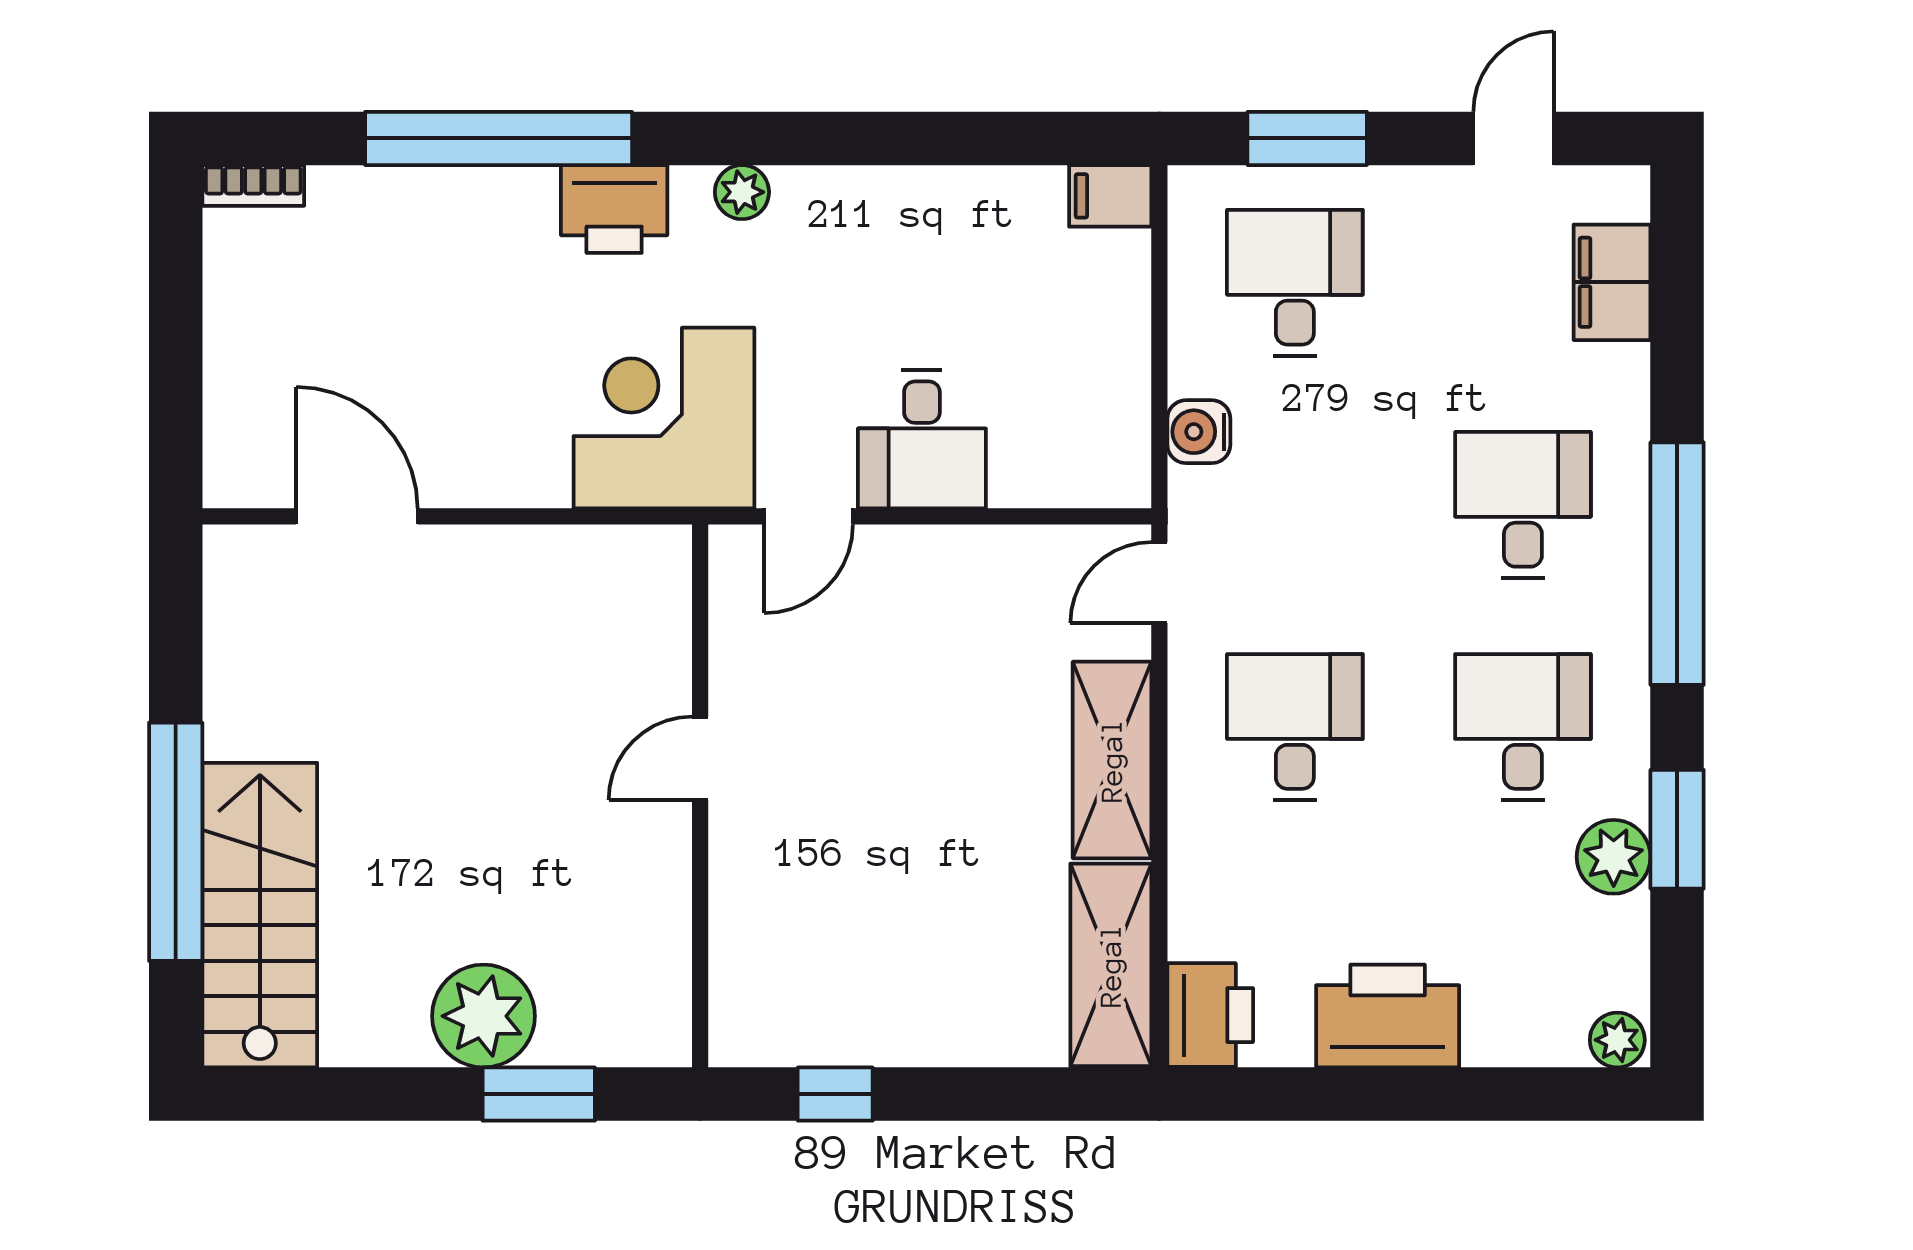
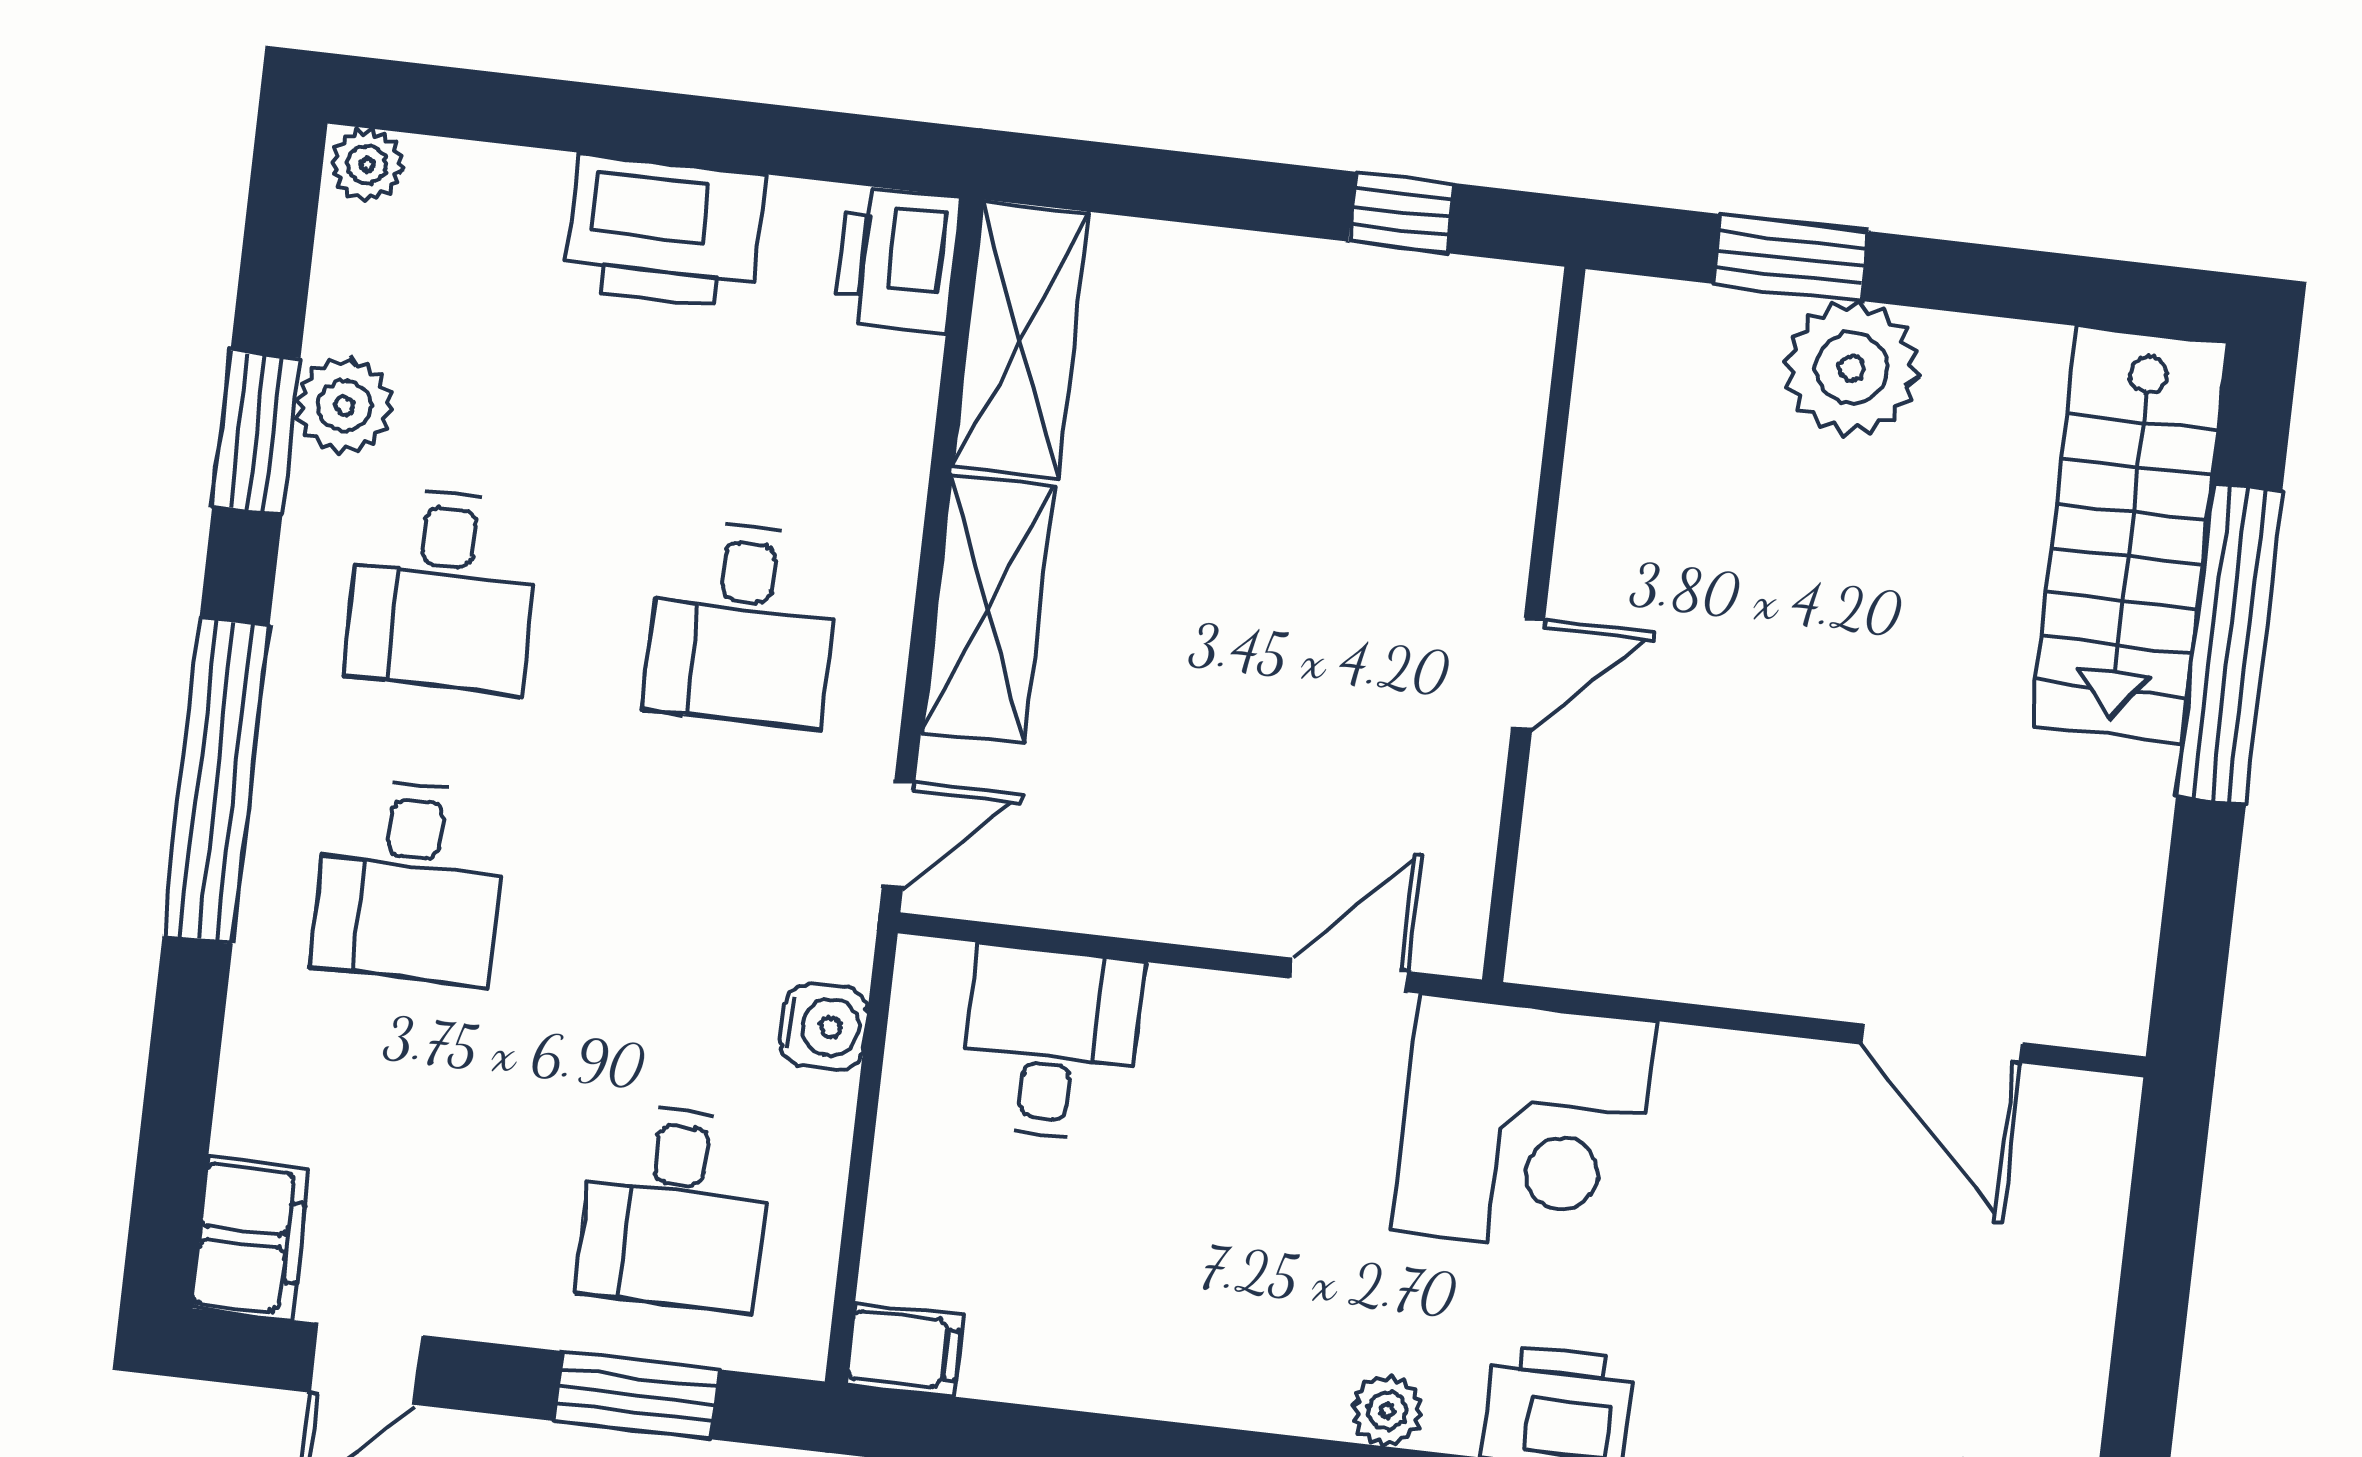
filing cabinet: (1612, 282) -> (250, 1238), moved
desk: (922, 439) -> (1051, 1043), moved

